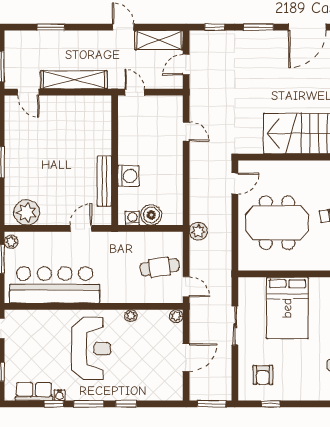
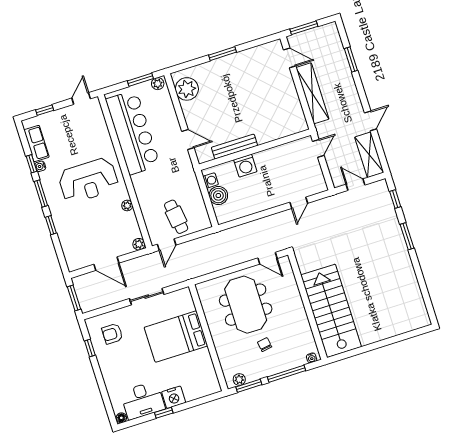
door: (307, 27) -> (420, 278), removed
door: (28, 92) -> (290, 58), swing flipped
plant: (198, 231) -> (217, 240), removed

